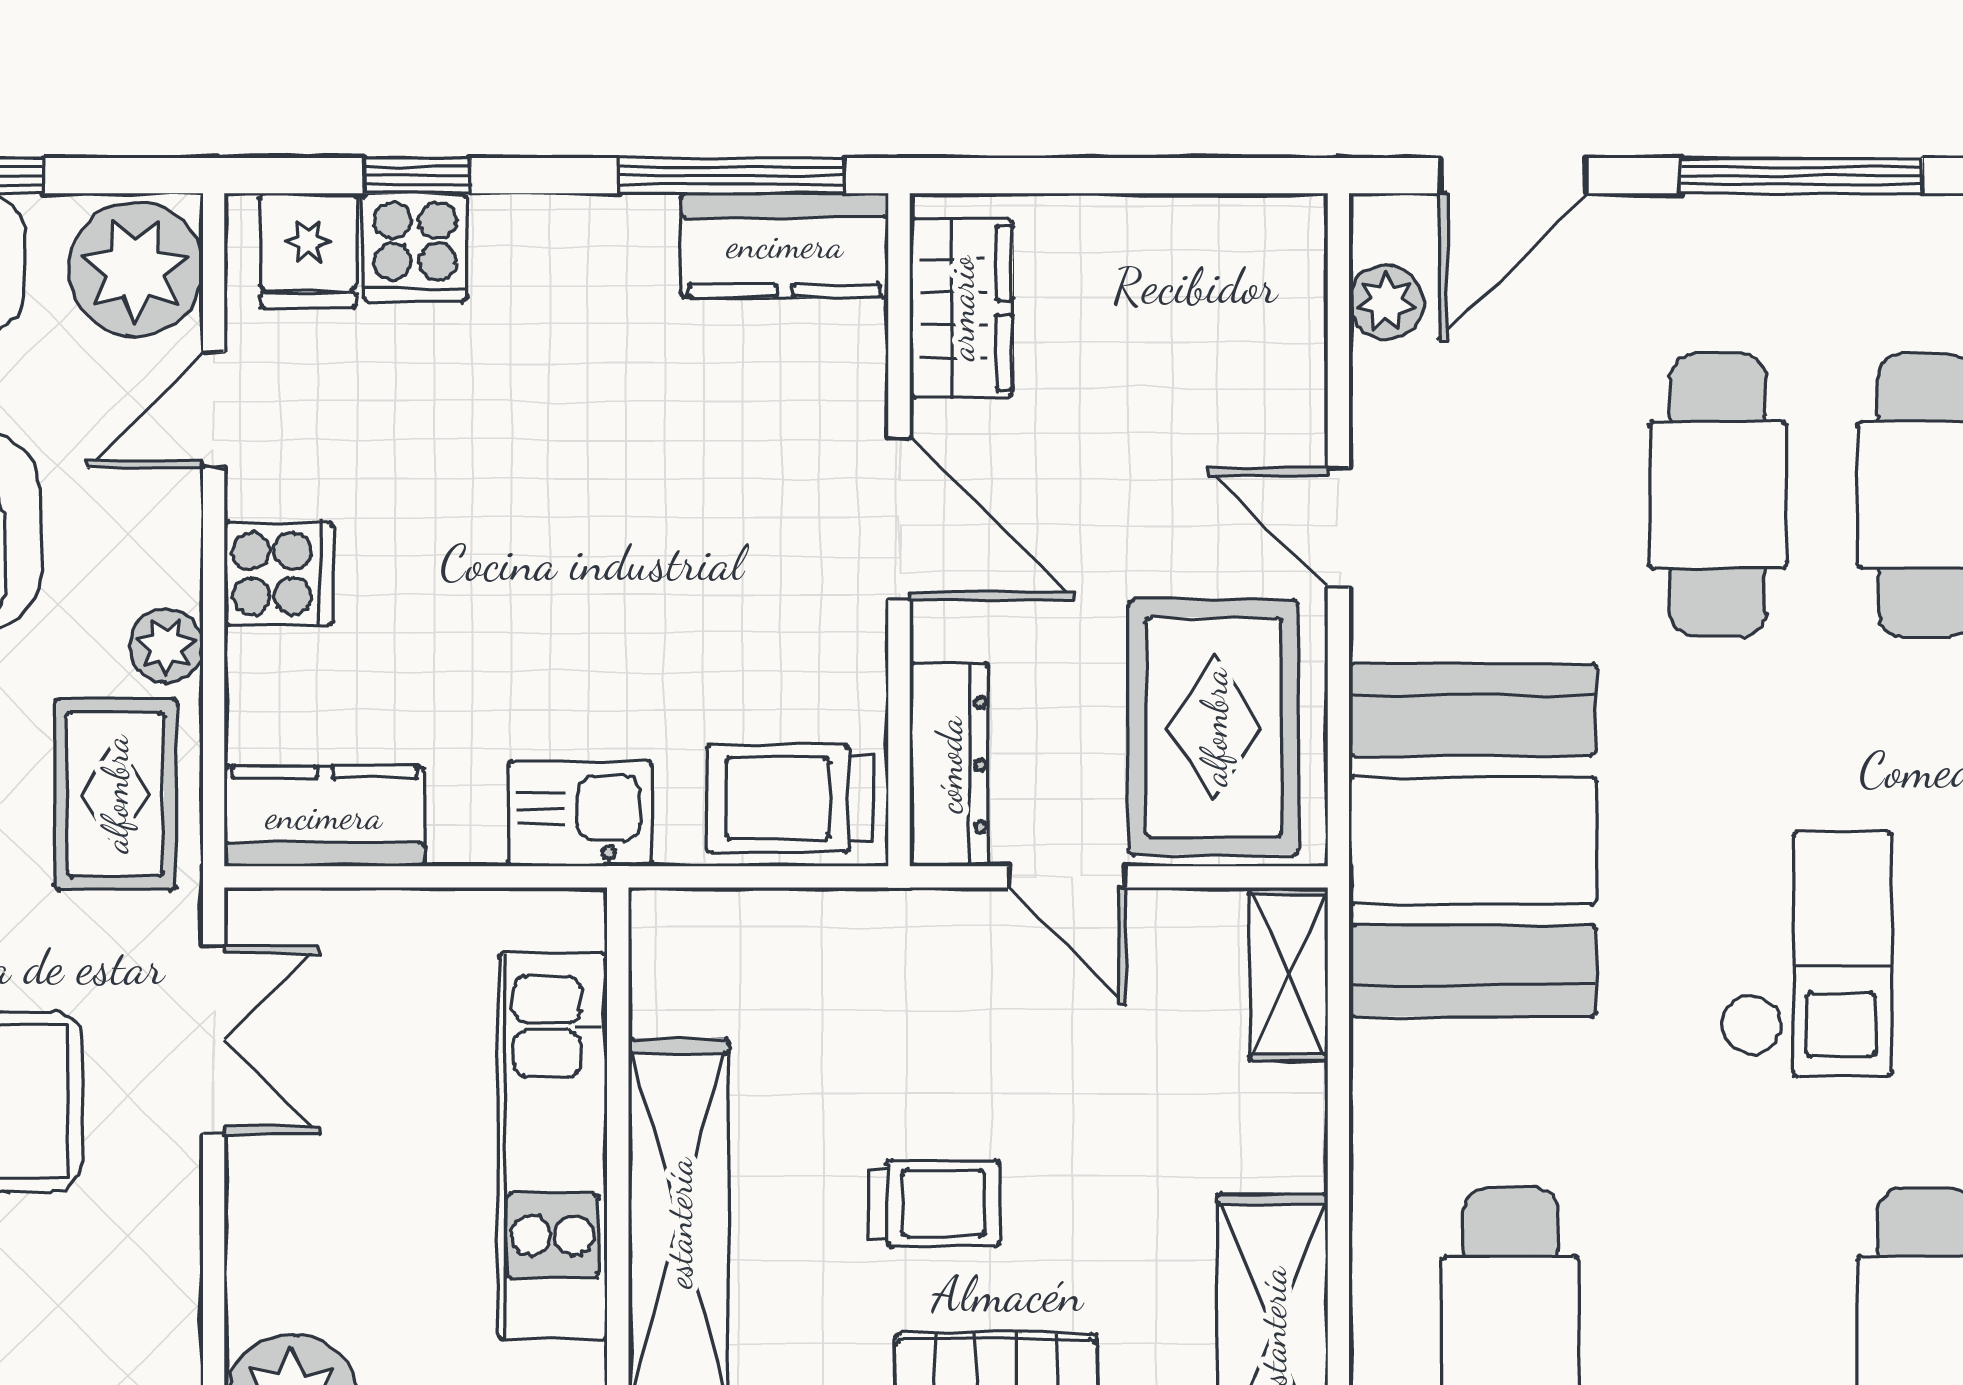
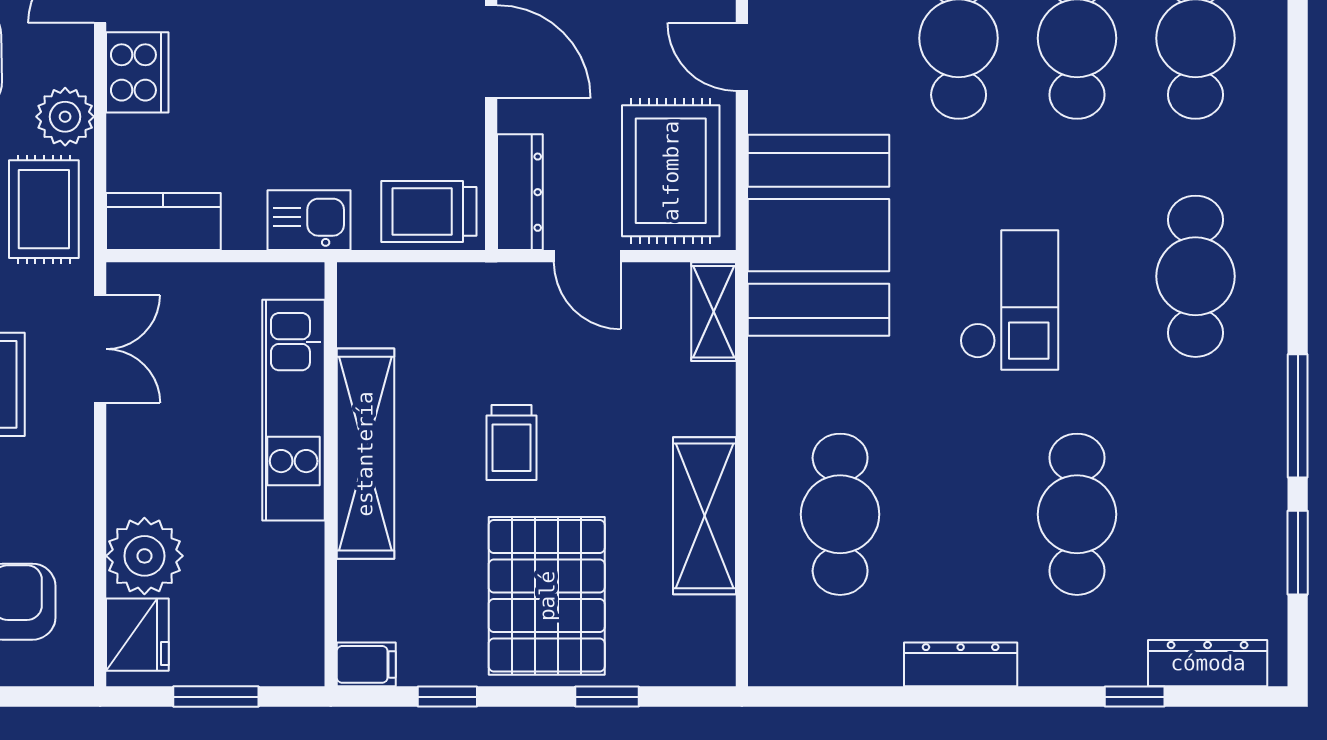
cooker: (279, 574) -> (137, 72), width x1.36
plant: (166, 646) -> (65, 117), width x1.38, depth x1.38
trolley: (934, 1203) -> (511, 442), turned 90

